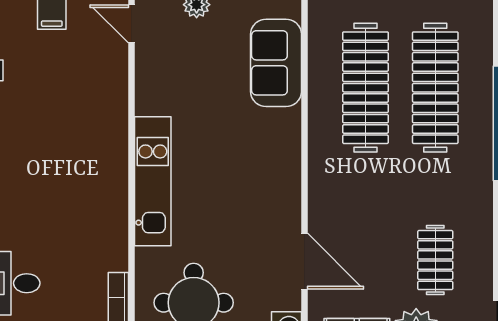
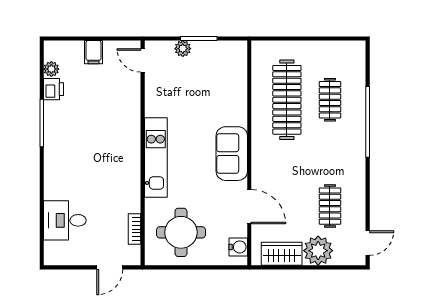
sofa: (276, 63) -> (232, 154), moved
clothes rail: (435, 88) -> (330, 100), width x0.54, depth x0.76

